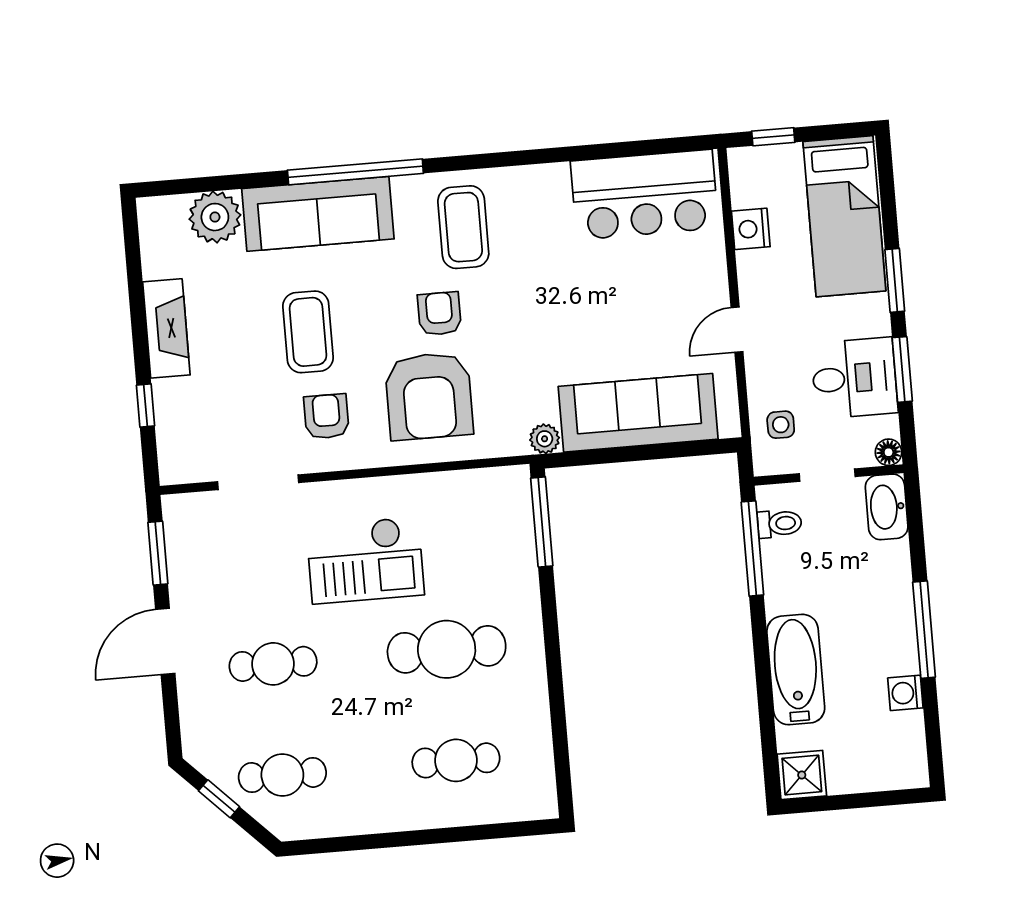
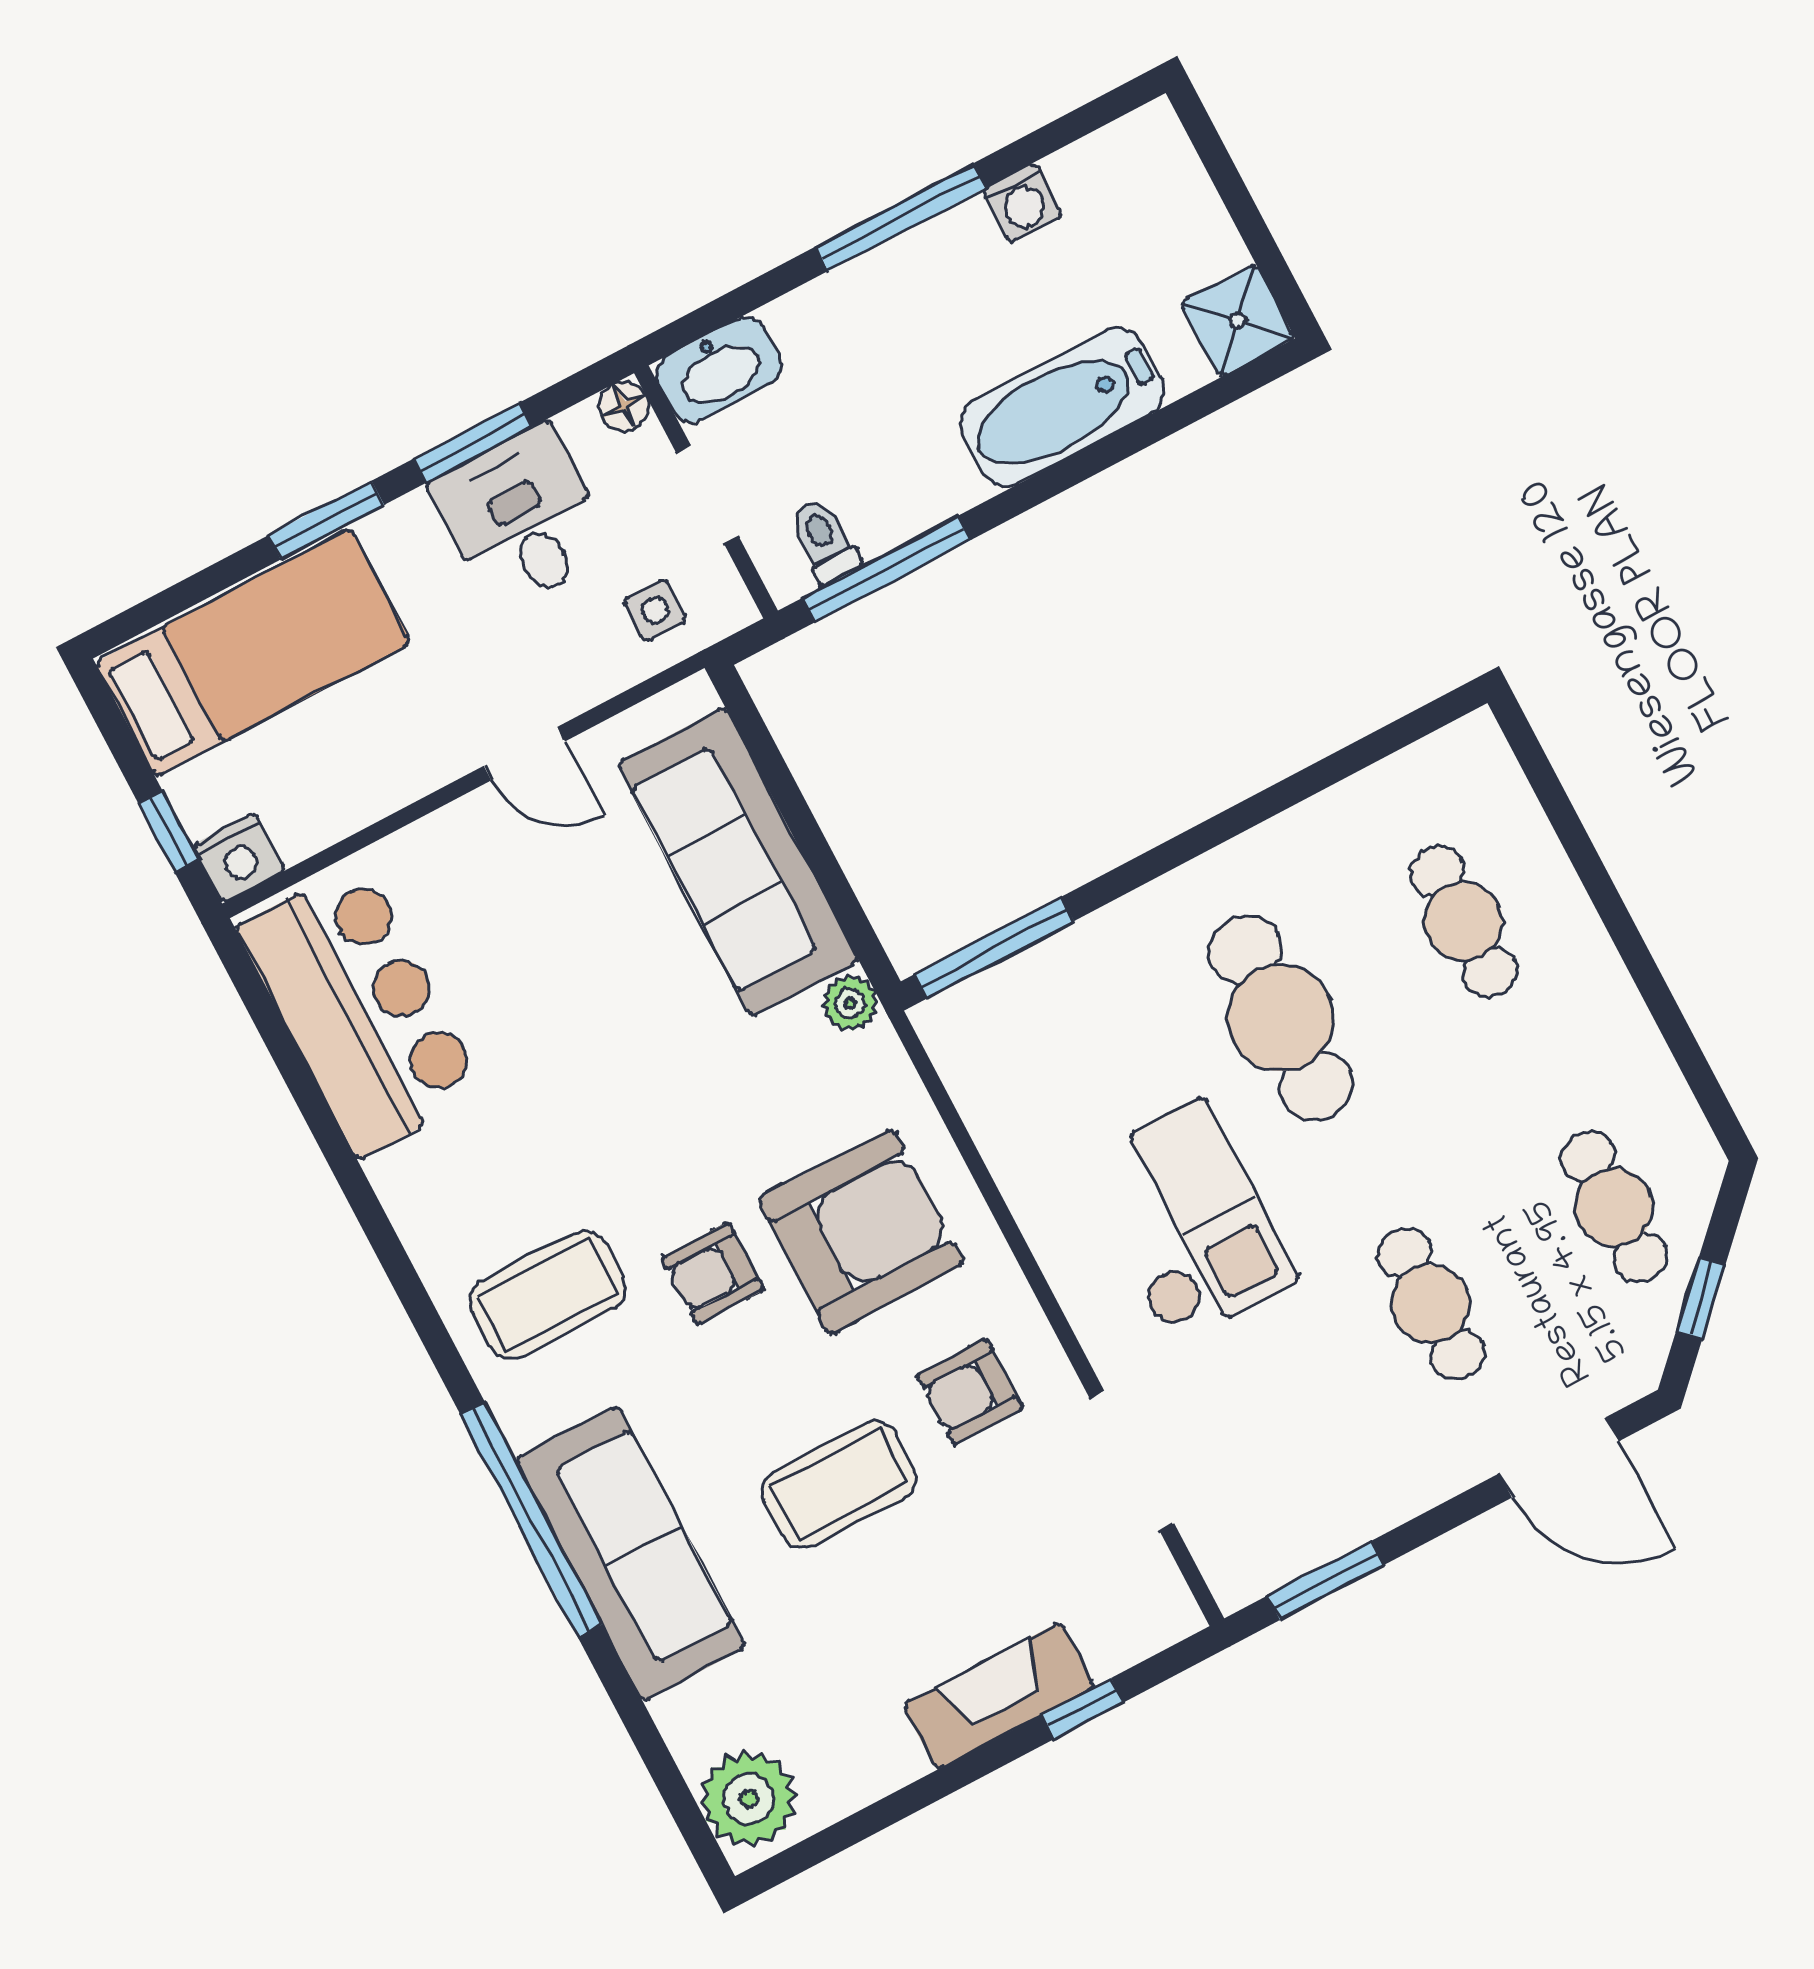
plant: (215, 217) -> (748, 1799), moved
nightstand: (751, 229) -> (238, 858), moved
fireplace: (166, 328) -> (999, 1696), moved
door: (165, 641) -> (1559, 1457), moved

